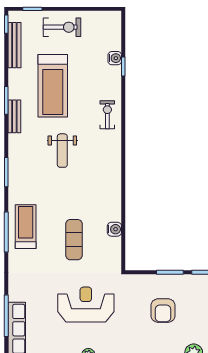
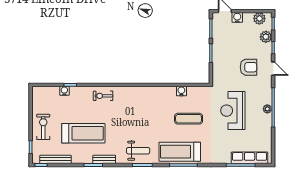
weight bench: (62, 151) -> (138, 151), moved
treadmill: (26, 227) -> (180, 152), width x1.37, depth x1.37
armchair: (163, 311) -> (248, 67), moved

